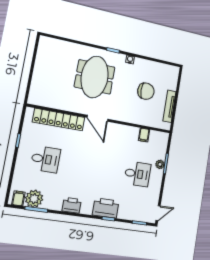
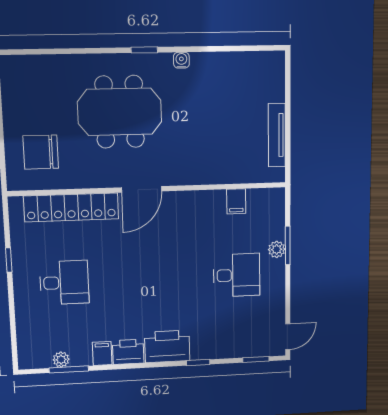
meeting table: (95, 77) -> (120, 112), turned 90
chair: (146, 91) -> (41, 152), moved, turned 180
door: (97, 118) -> (142, 189), hinge flipped
filing cabinet: (18, 198) -> (102, 354), moved
plant: (34, 199) -> (61, 360), width x0.53, depth x0.53
printer: (106, 208) -> (167, 346), moved

